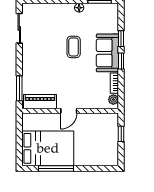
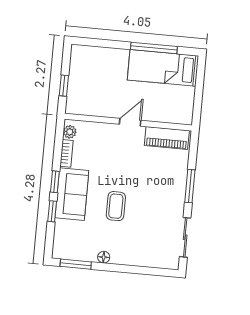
window: (19, 88) -> (190, 186), moved
bed: (48, 148) -> (163, 68), width x0.67

